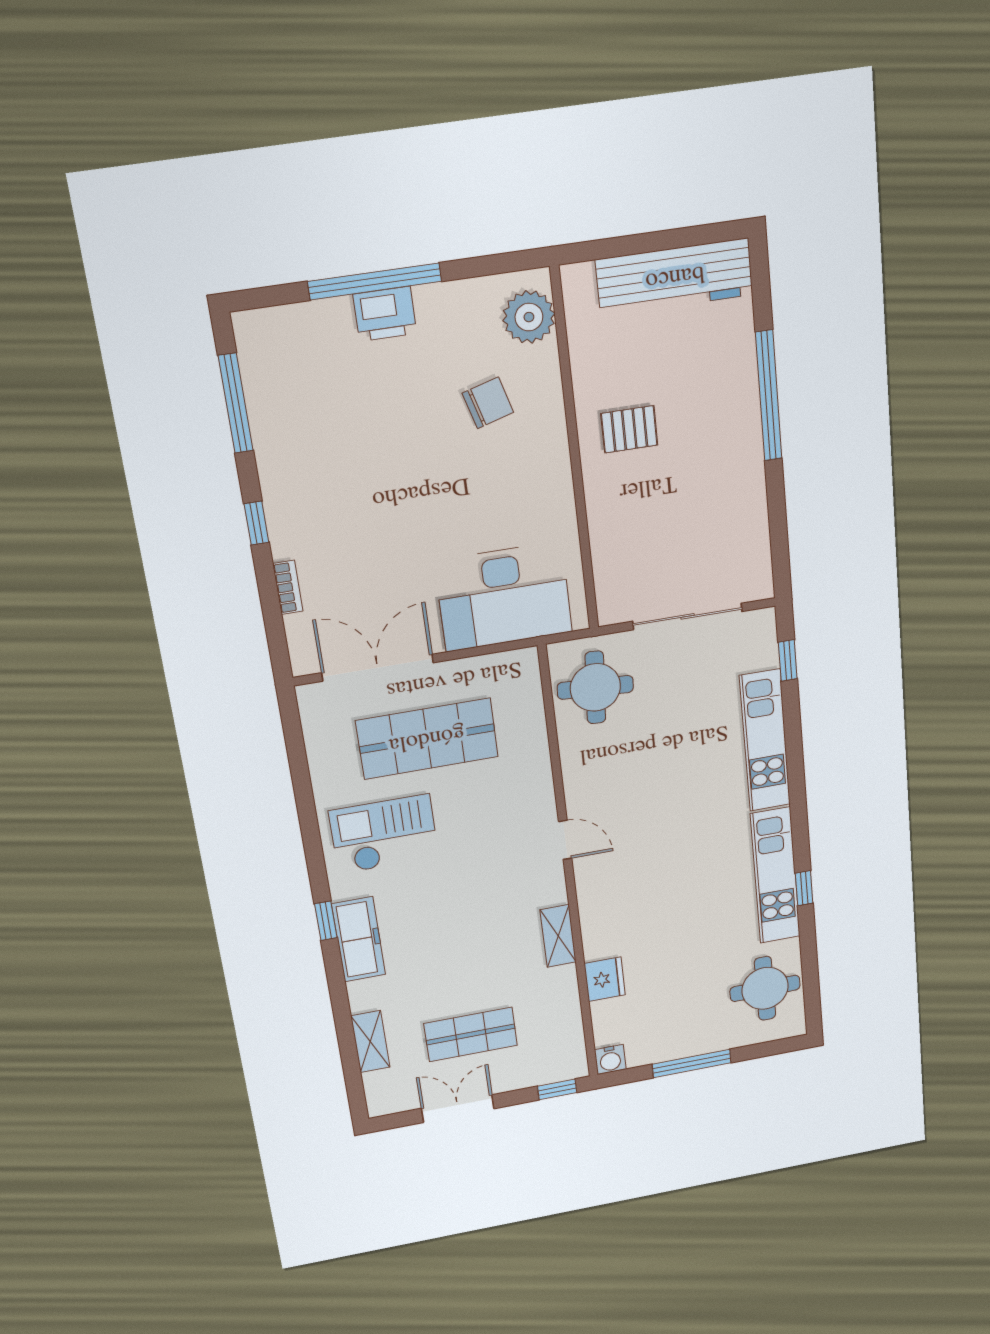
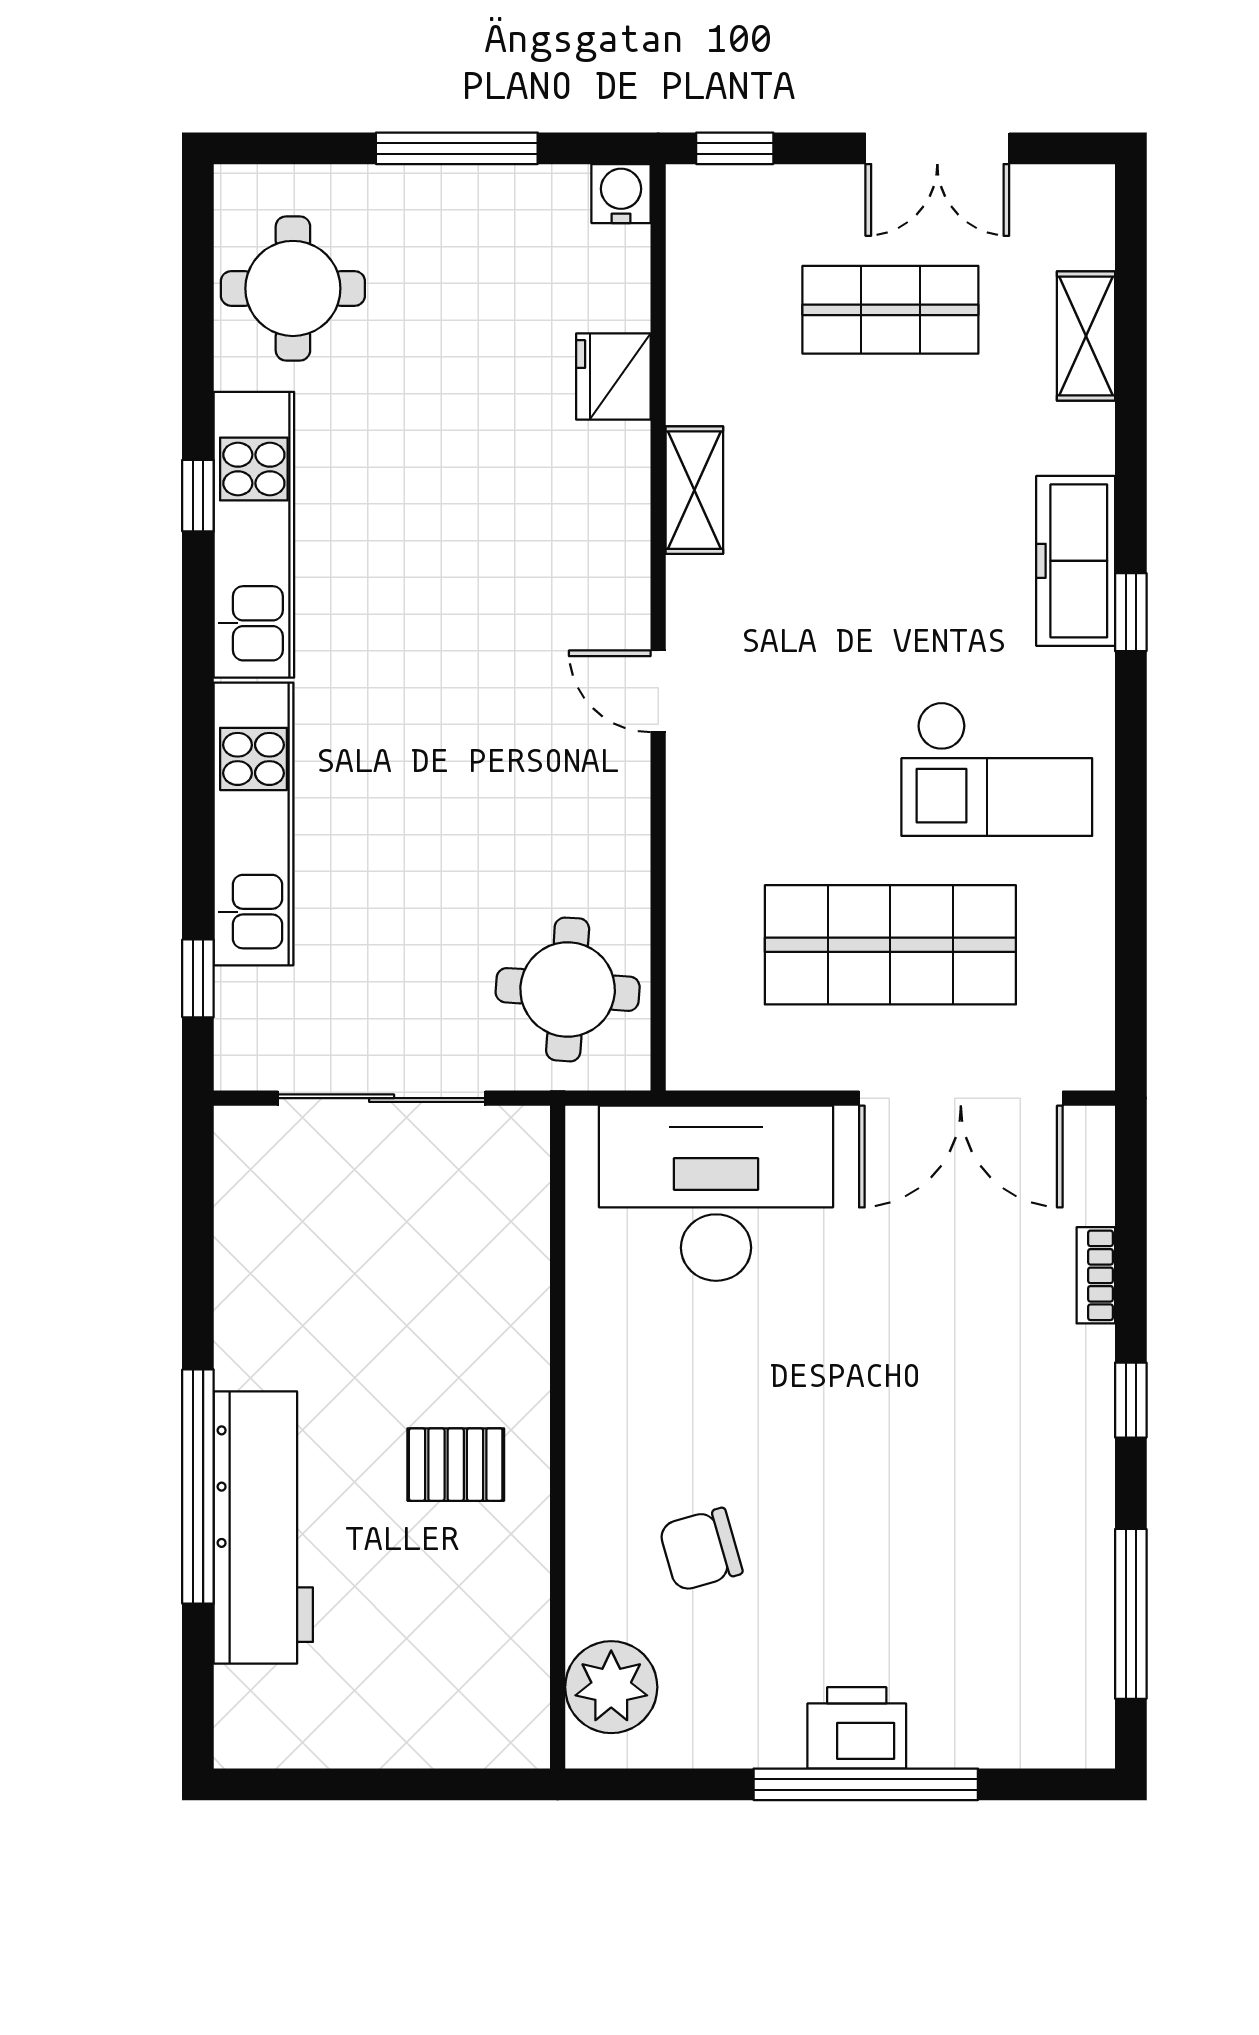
workbench: (675, 277) -> (263, 1527), moved, turned 90

